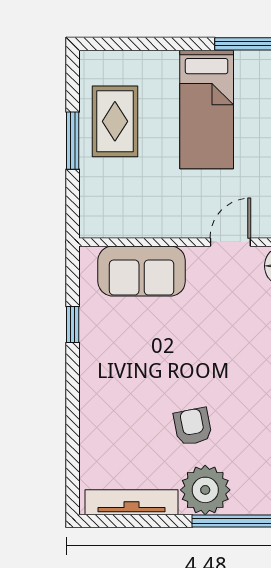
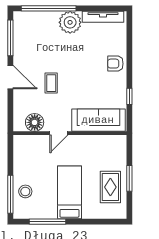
sofa: (142, 271) -> (98, 120), width x1.36
coffee table: (247, 354) -> (51, 83), added
armchair: (193, 427) -> (115, 64), moved, turned 101

